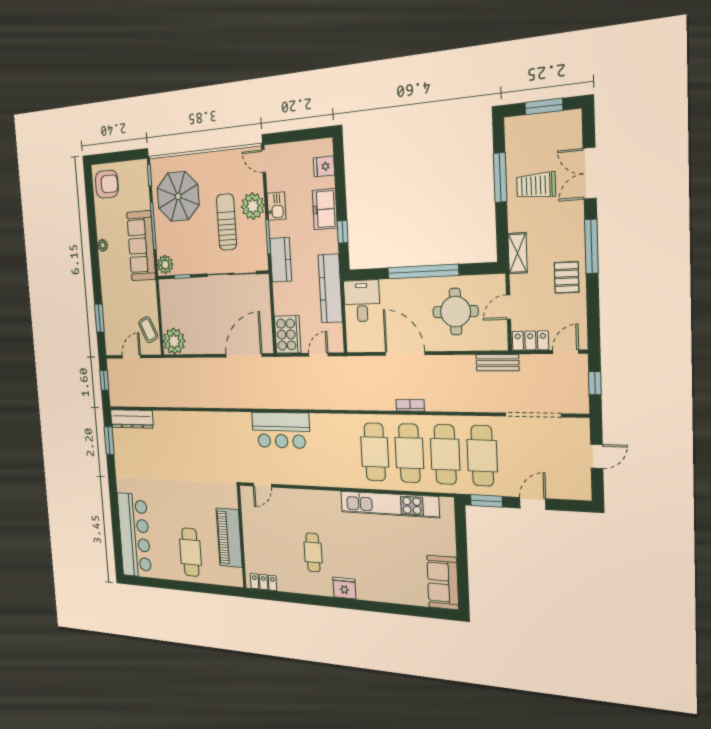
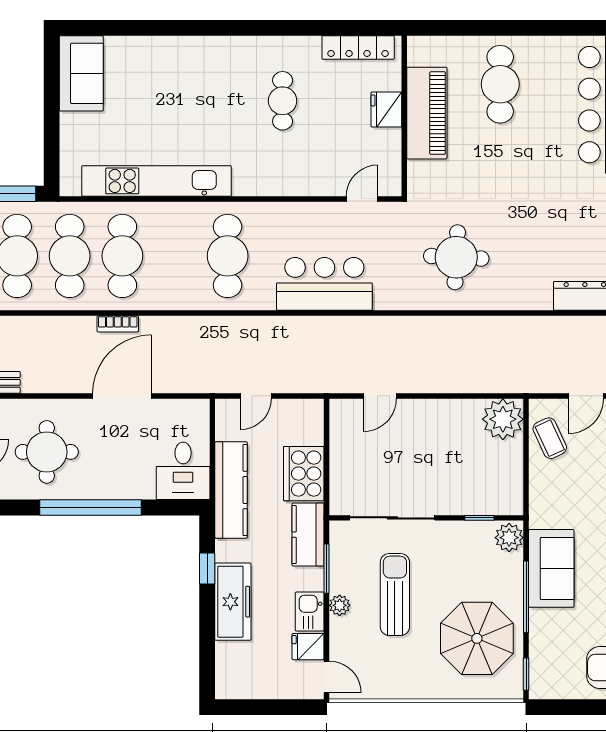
fridge: (324, 166) -> (308, 647), moved, turned 180
plant: (253, 206) -> (340, 605), width x0.53, depth x0.53
freezer: (325, 209) -> (233, 602), width x1.40
sun lounger: (227, 222) -> (395, 594), turned 180
sofa: (141, 246) -> (551, 568), width x0.73
cooker: (288, 334) -> (304, 474), moved
door: (405, 354) -> (122, 396), swing flipped
door: (244, 355) -> (380, 396), width x0.53
round table: (207, 445) -> (456, 257), added
cafe table: (375, 452) -> (228, 256), moved
locker: (264, 582) -> (358, 48), width x1.53
fridge: (344, 588) -> (386, 110), moved, turned 90

